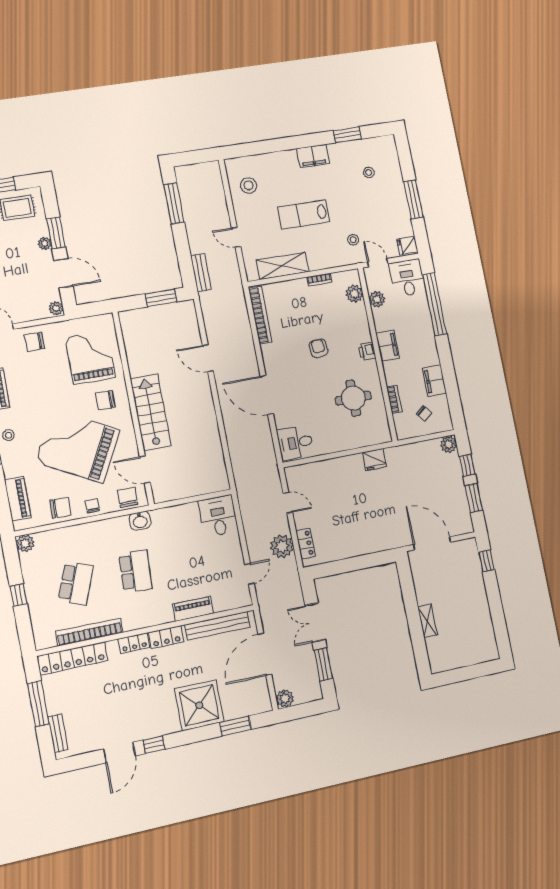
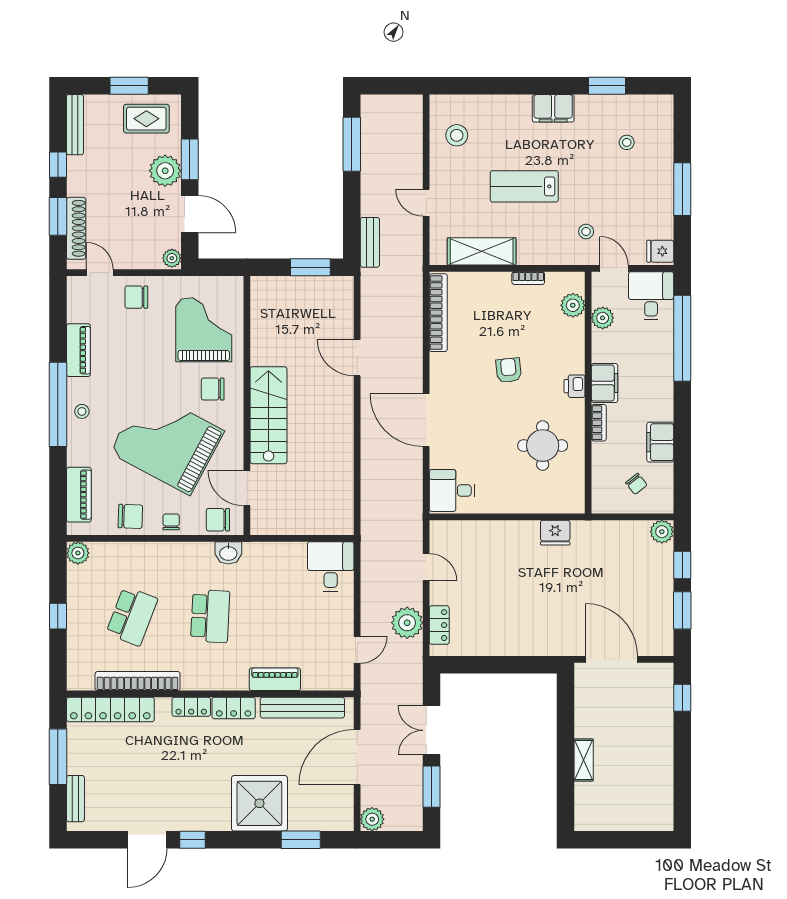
plant: (45, 243) -> (165, 171), width x1.88, depth x1.88
bookcase: (394, 399) -> (599, 423), moved
chair: (128, 497) -> (218, 520), turned -90

